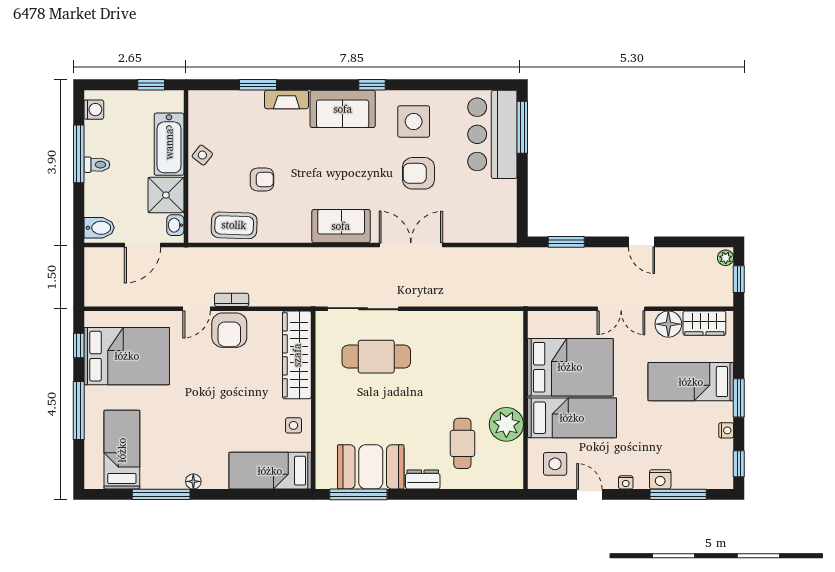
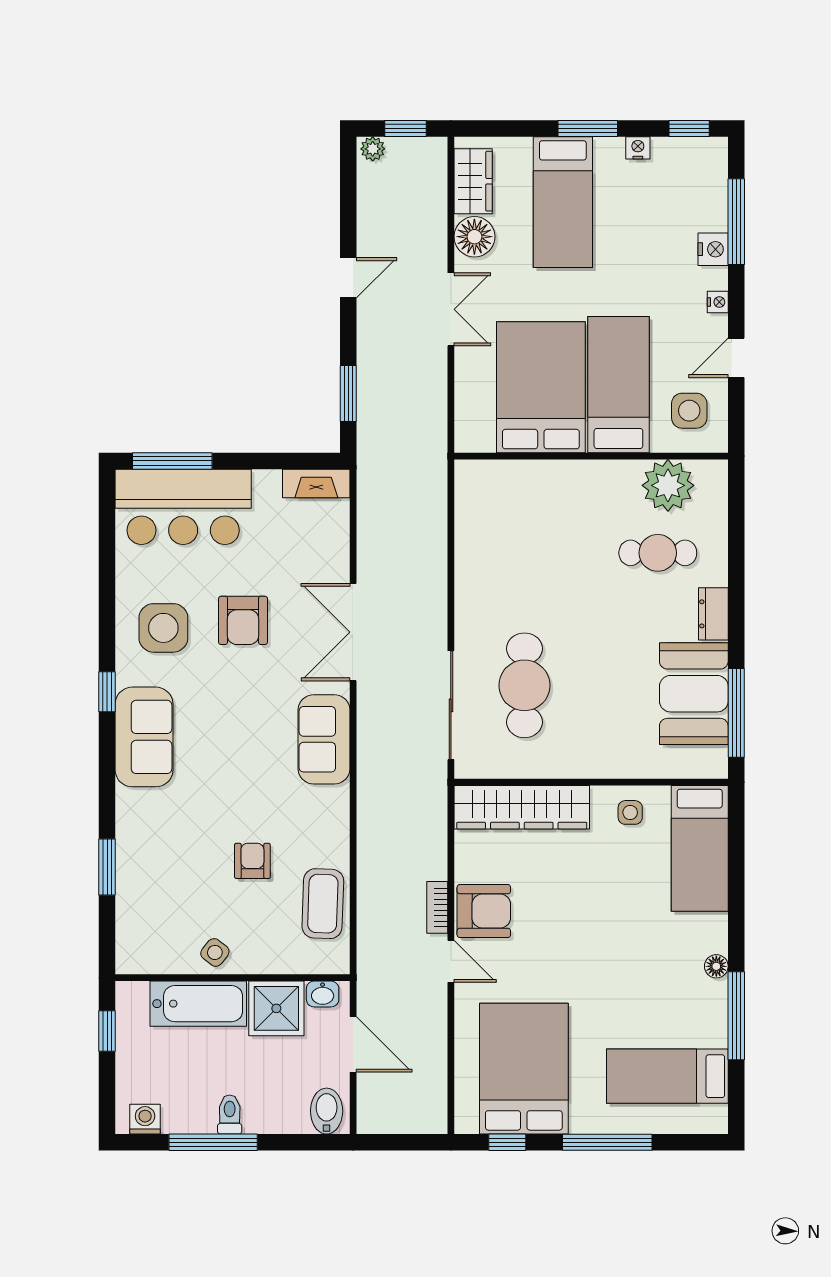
fireplace: (287, 99) -> (316, 483), moved, turned 90
plant: (506, 424) -> (668, 485), moved

